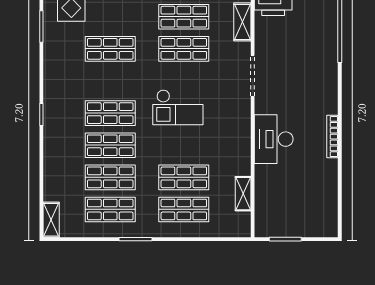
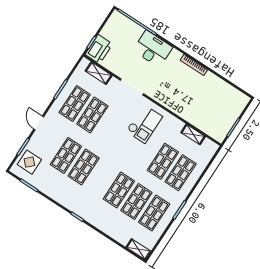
checkout: (178, 107) -> (144, 124), moved
shop shelf: (110, 113) -> (84, 167), moved
desk: (274, 139) -> (153, 49), moved, turned 180

